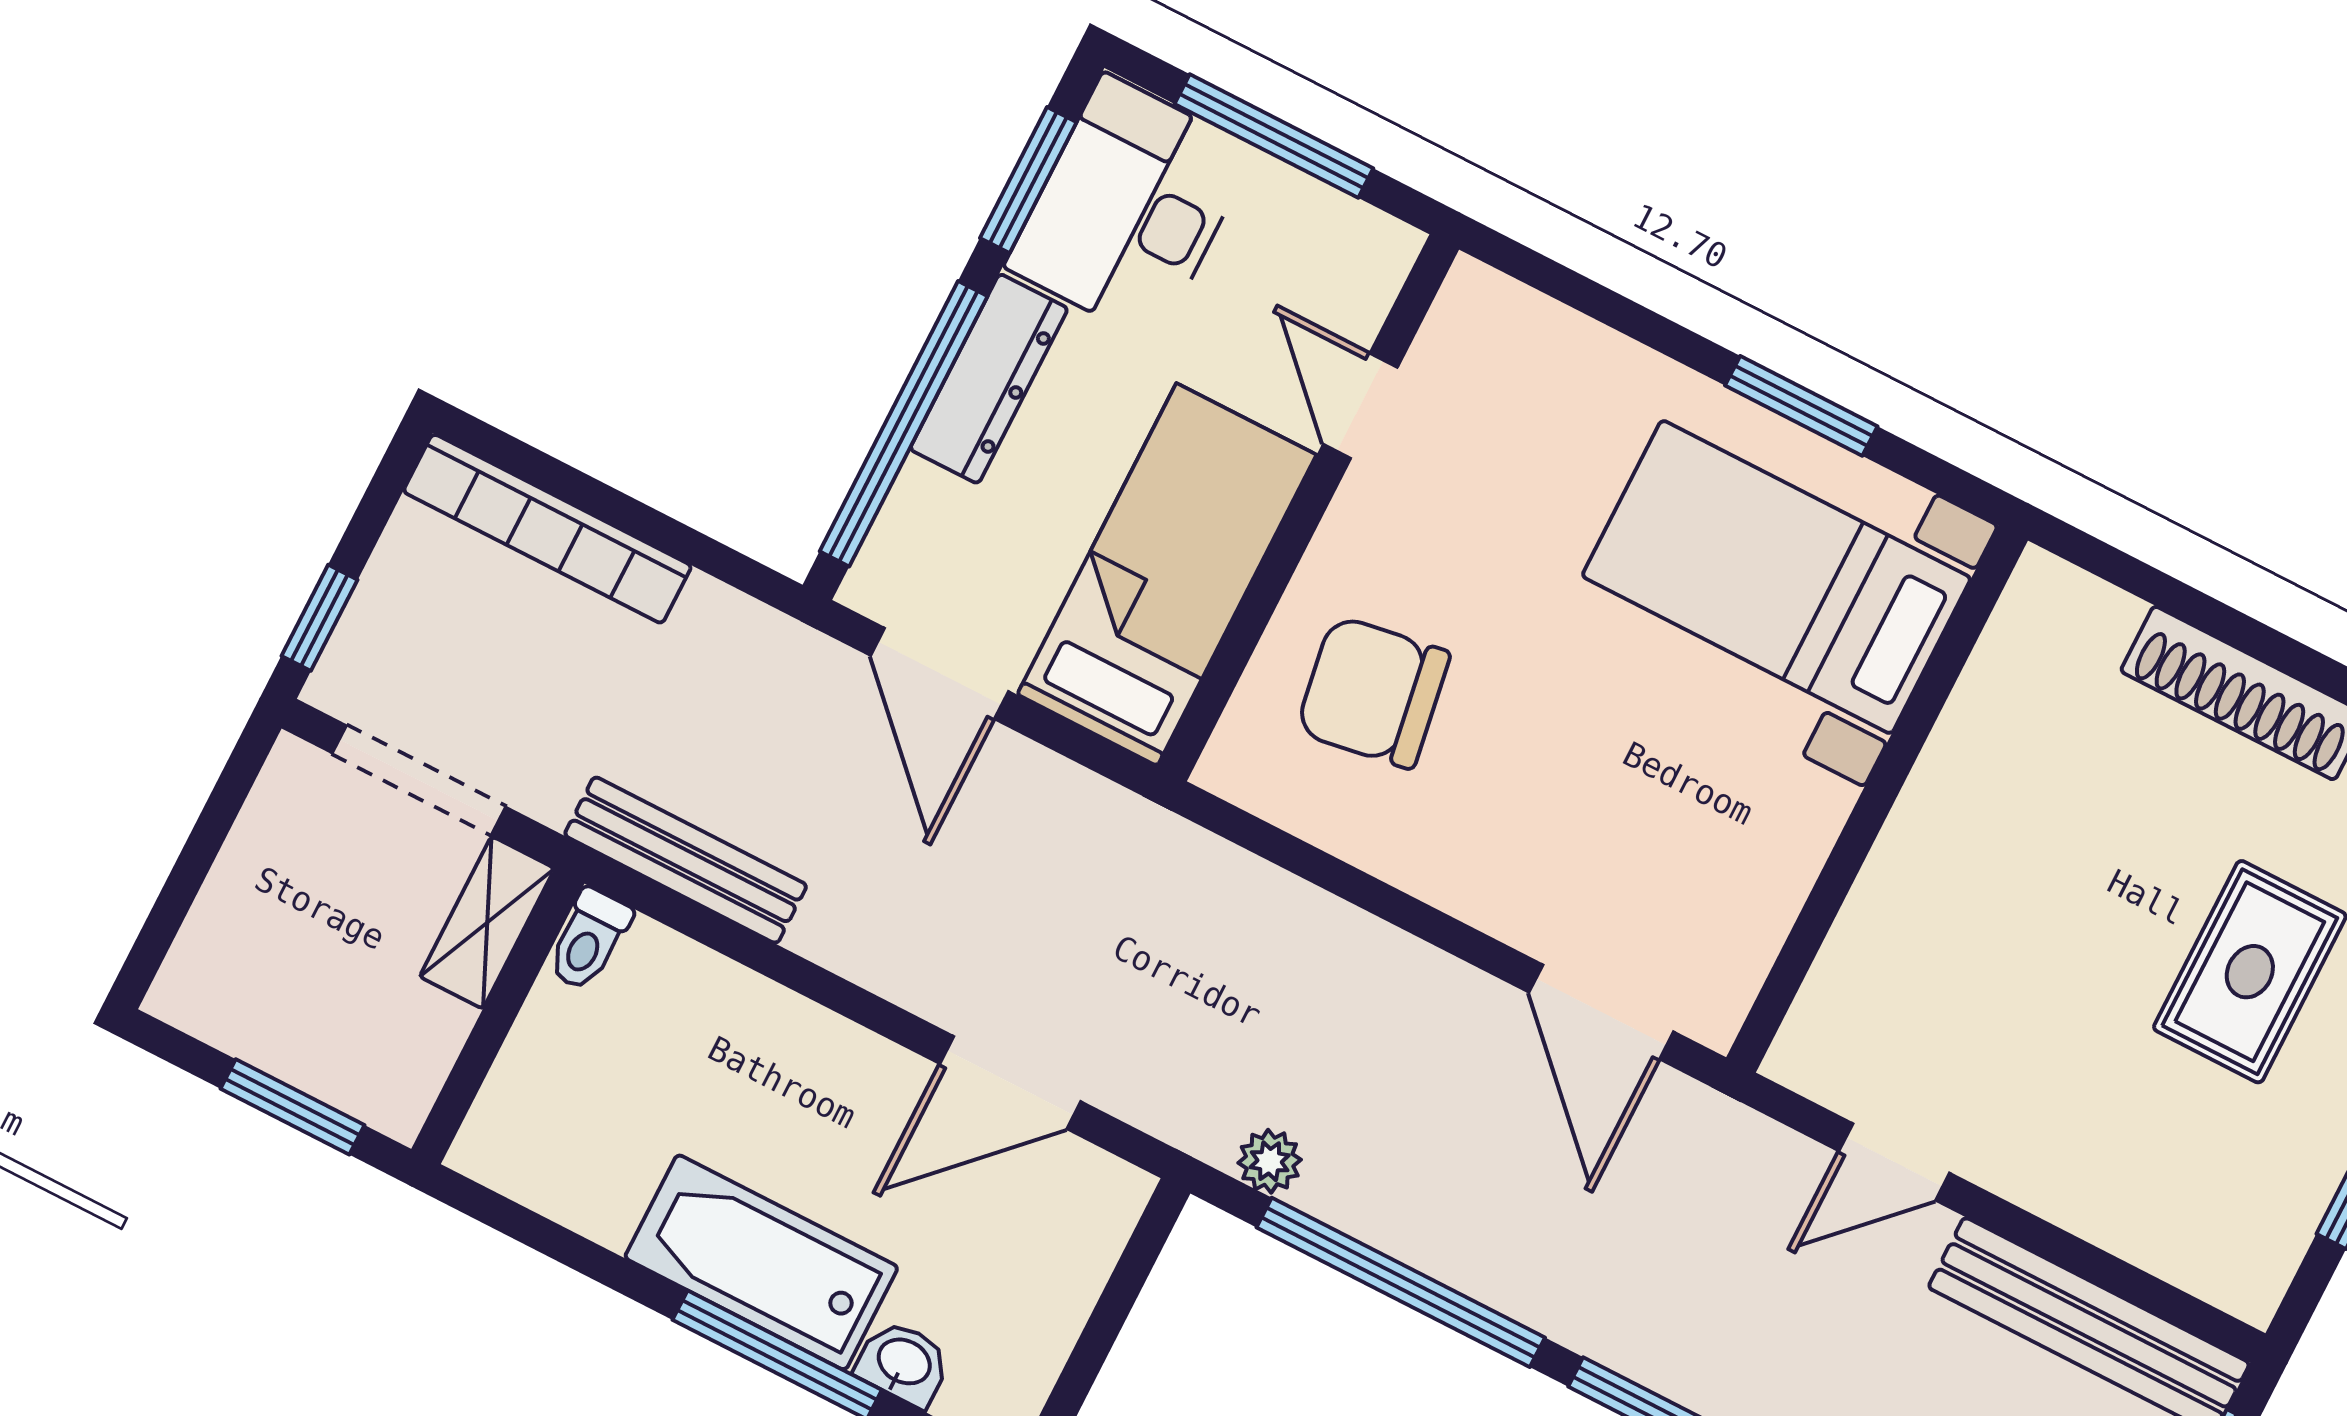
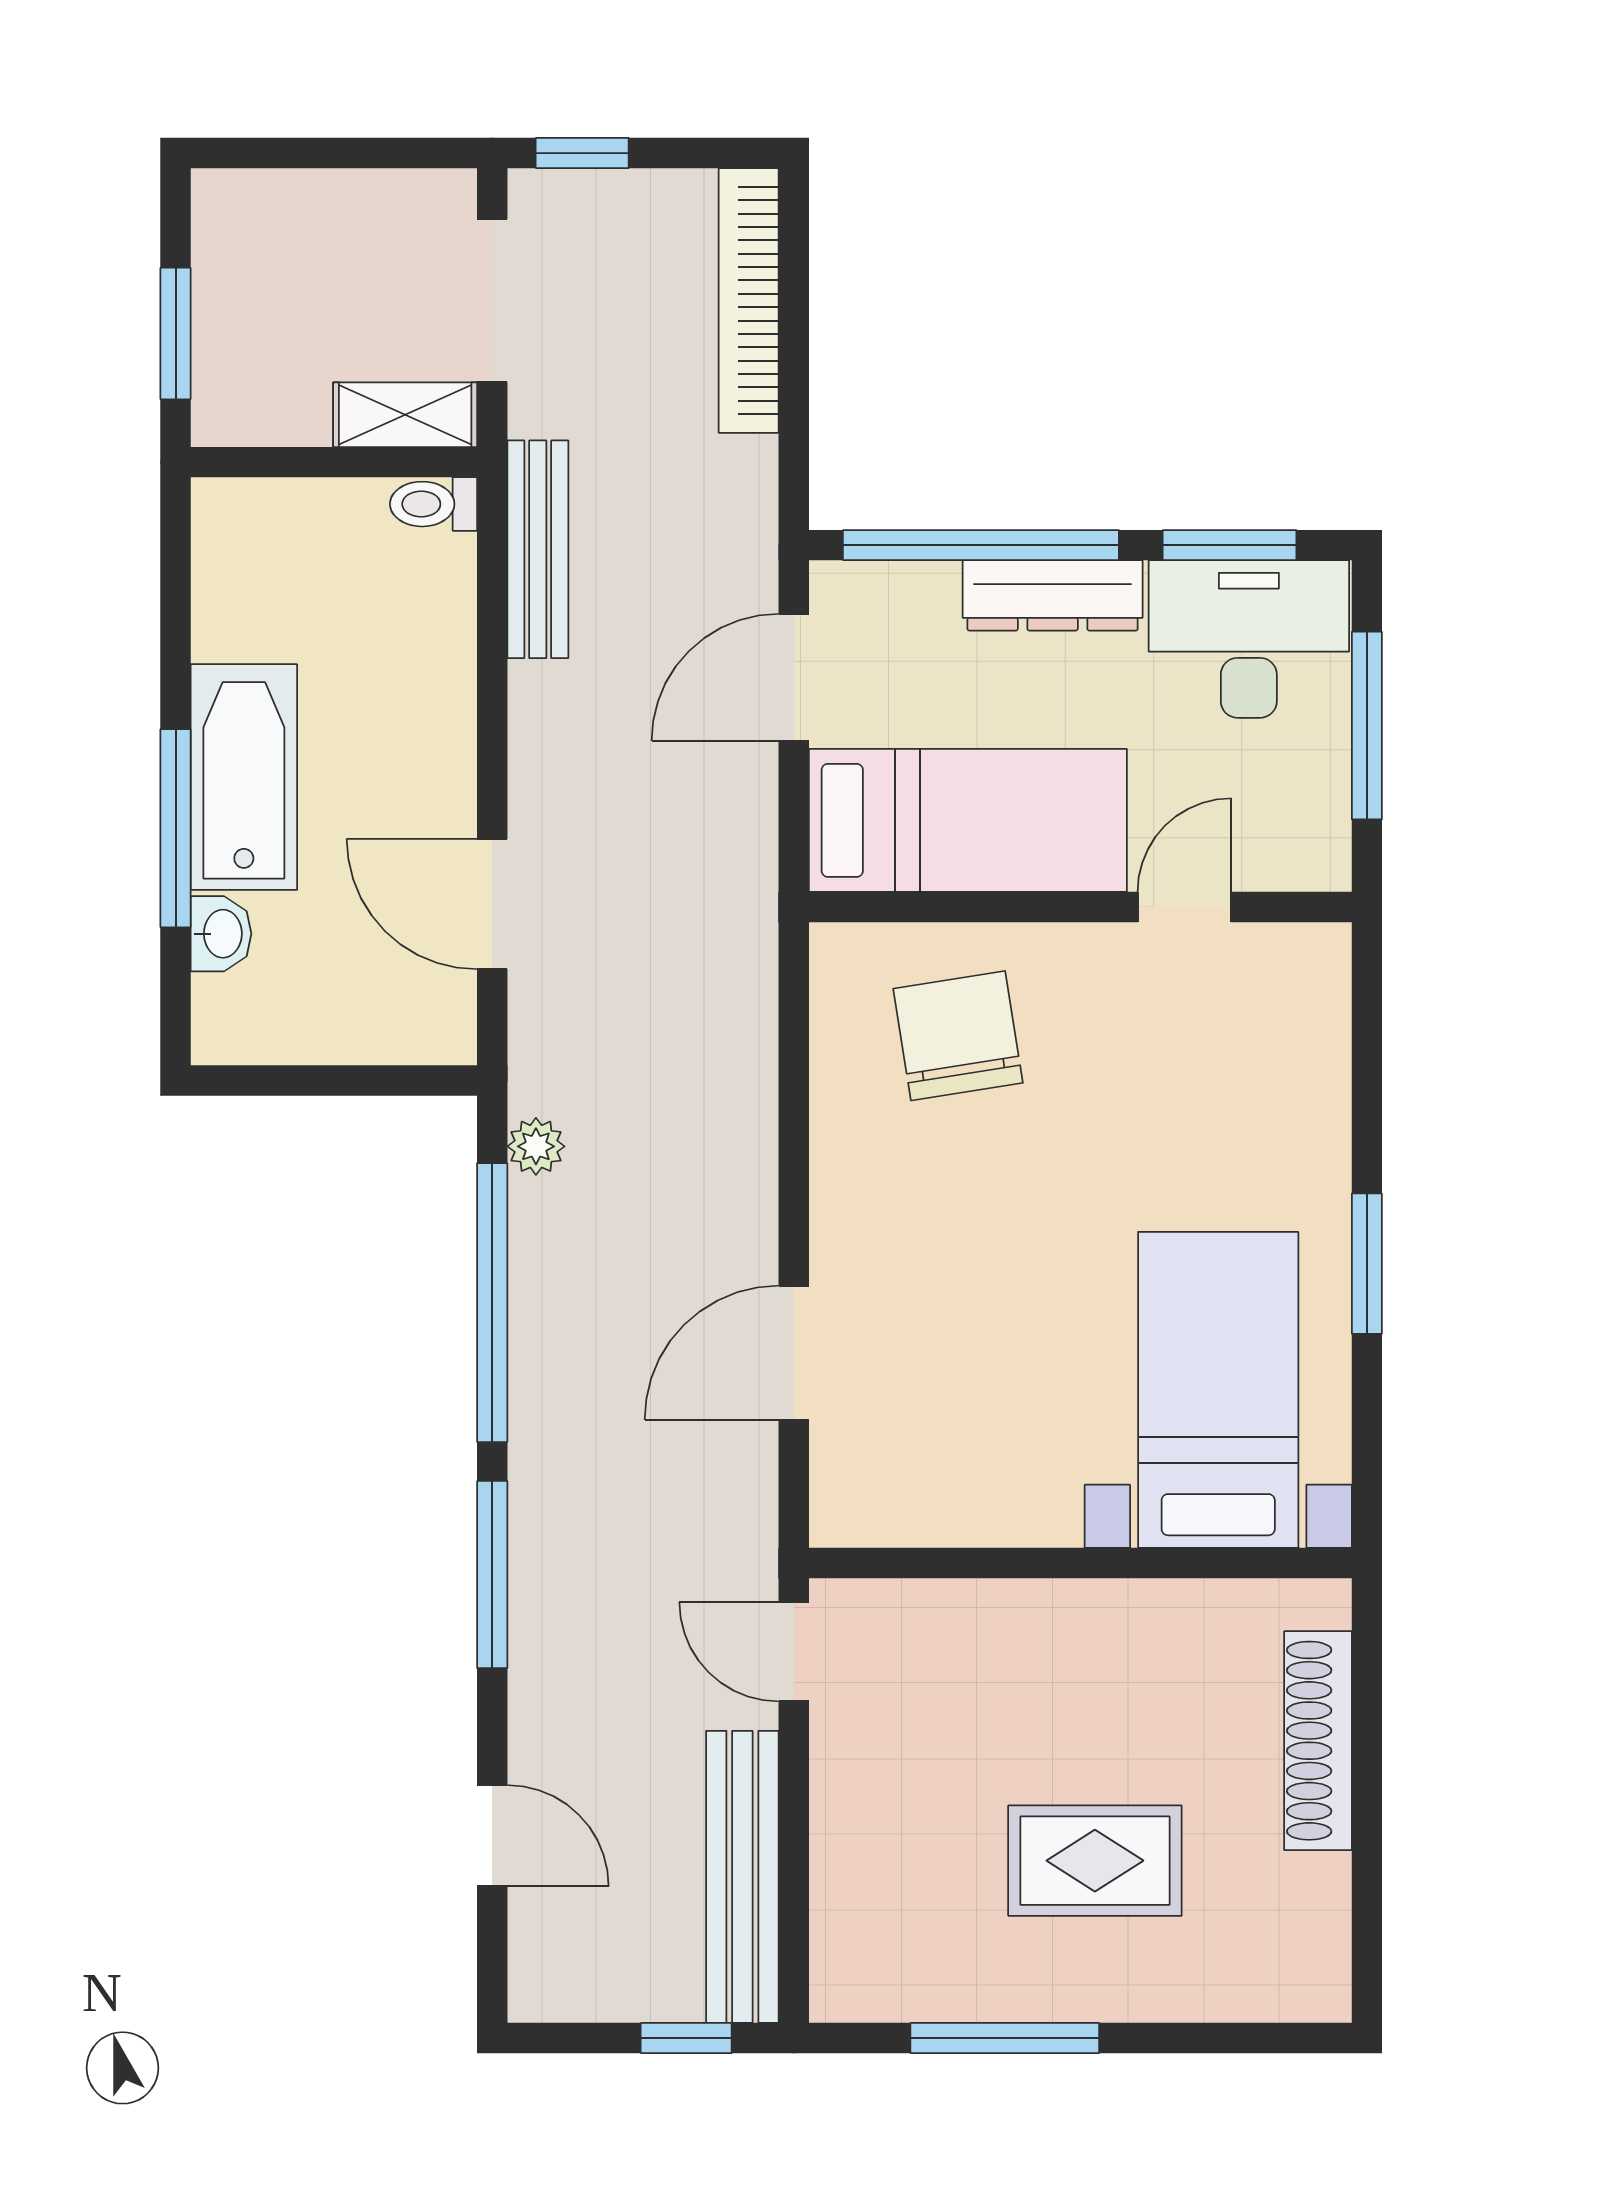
bed with nightstands: (1776, 577) -> (1218, 1390), moved
wall: (1877, 799) -> (1080, 1563), moved

